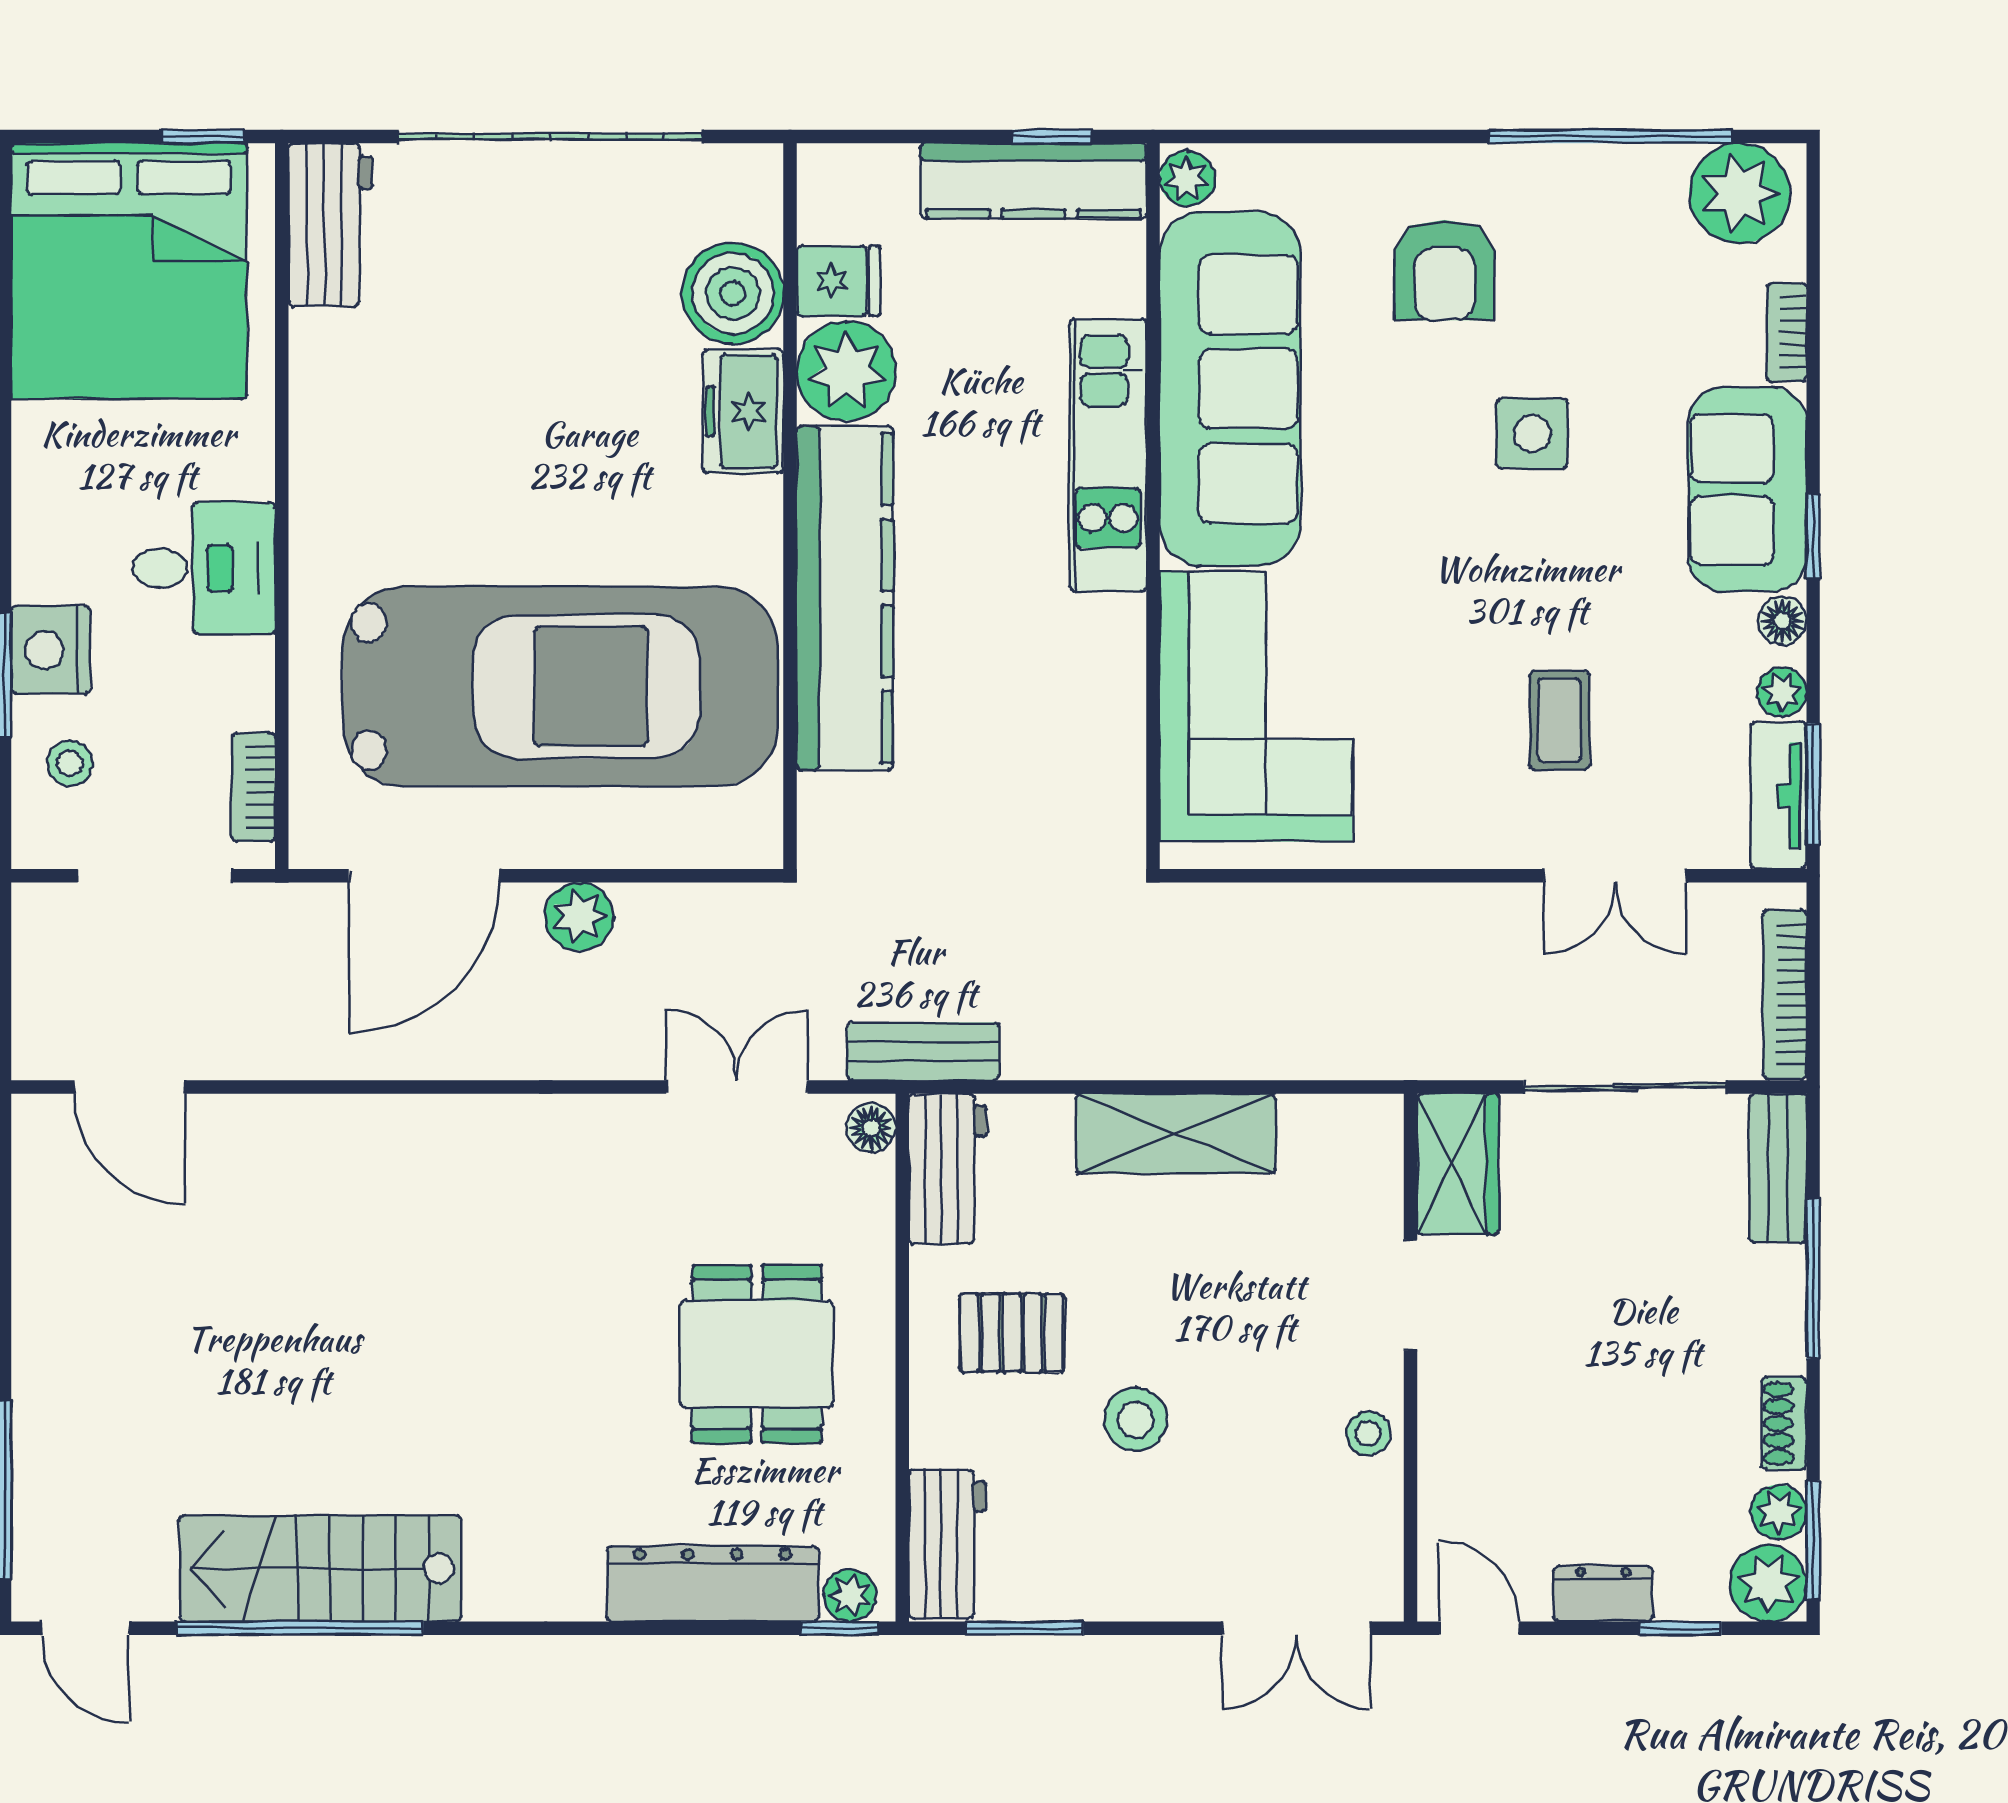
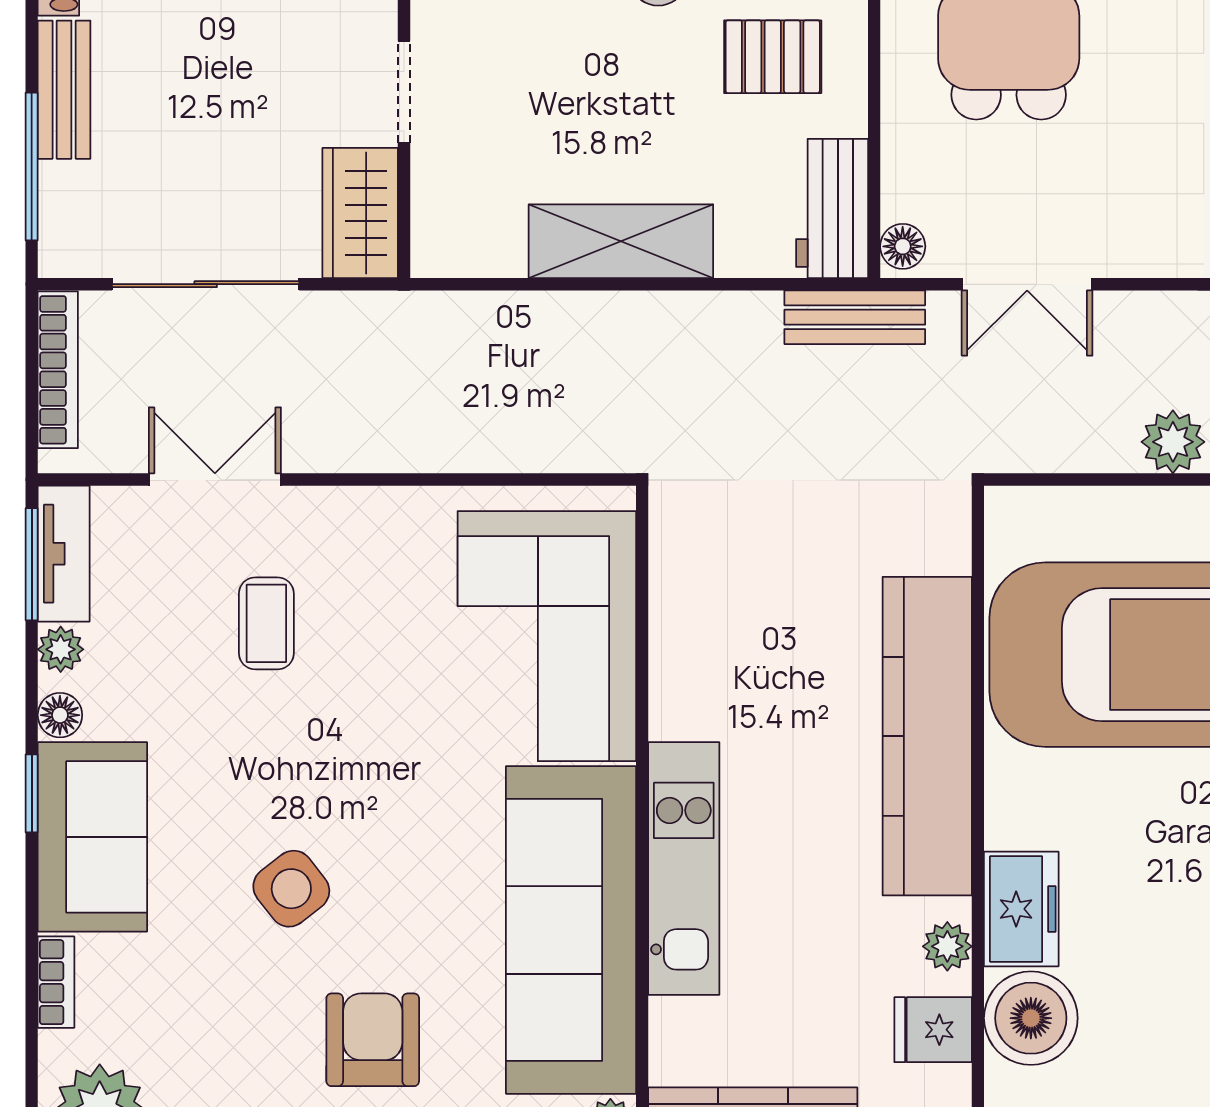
plant: (846, 371) -> (947, 946), width x0.53, depth x0.53
side table: (1532, 433) -> (291, 889), turned -38
bench: (1778, 1168) -> (64, 90), moved
window: (1813, 1279) -> (32, 167), moved

